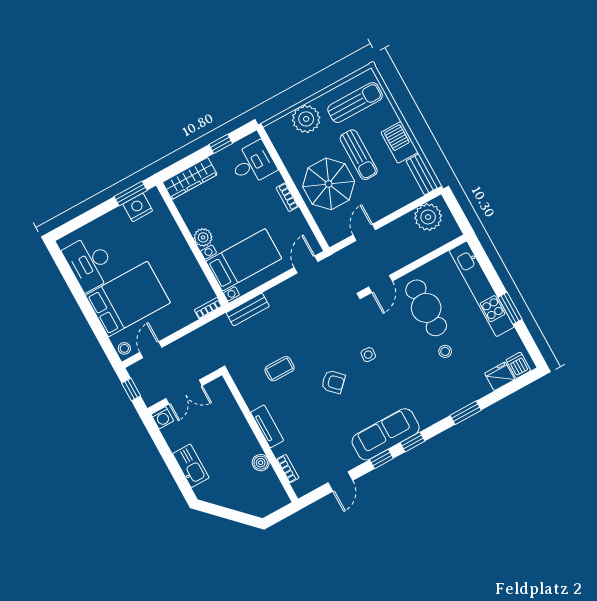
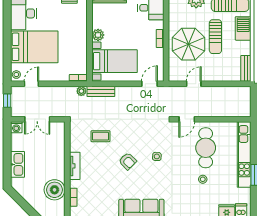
barbecue: (399, 142) -> (243, 28), moved
plant: (428, 217) -> (81, 91), moved, width x0.53, depth x0.53
boiler: (261, 463) -> (55, 190), width x1.86, depth x1.86

